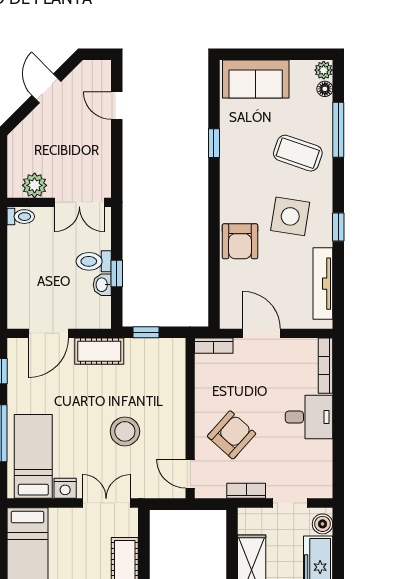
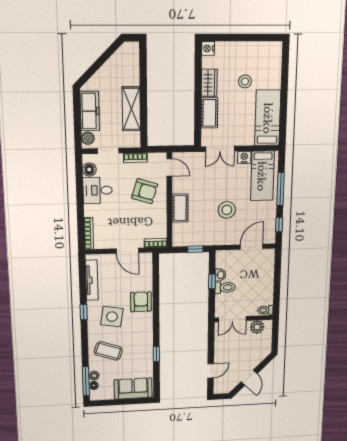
plant: (324, 70) -> (94, 376), moved
door: (117, 106) -> (211, 371), hinge flipped
window: (338, 130) -> (86, 381), moved
double door: (79, 202) -> (232, 319), swing flipped
cot: (99, 351) -> (180, 208), moved, turned 90
desk: (309, 417) -> (98, 190), moved
stool: (125, 431) -> (227, 210), moved
armchair: (232, 435) -> (145, 191), turned -115
floor lamp: (322, 473) -> (89, 170), added

